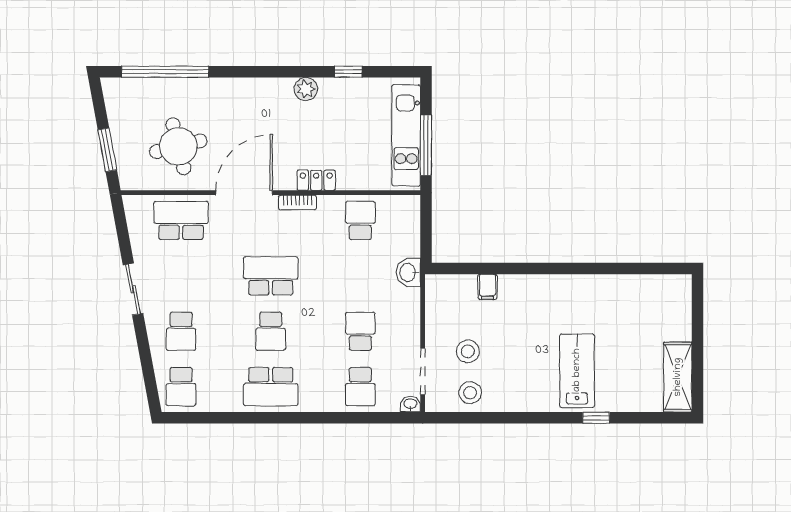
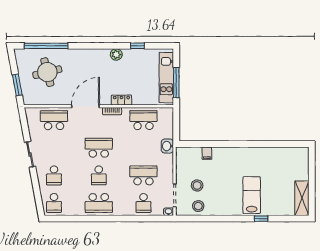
round table: (178, 146) -> (47, 72), moved
school desk: (360, 220) -> (143, 120), width x1.85
school desk: (360, 331) -> (143, 175), width x1.85

